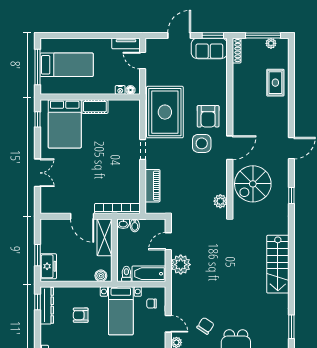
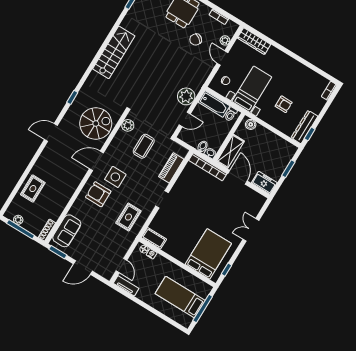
sofa: (209, 48) -> (67, 231), moved, turned 90
cot: (95, 107) -> (154, 238), moved
rug: (165, 112) -> (128, 217), width x0.54, depth x0.49
armchair: (208, 116) -> (98, 194), turned -90
coffee table: (192, 190) -> (144, 146), added
freezer: (48, 266) -> (264, 183), moved, turned 90

